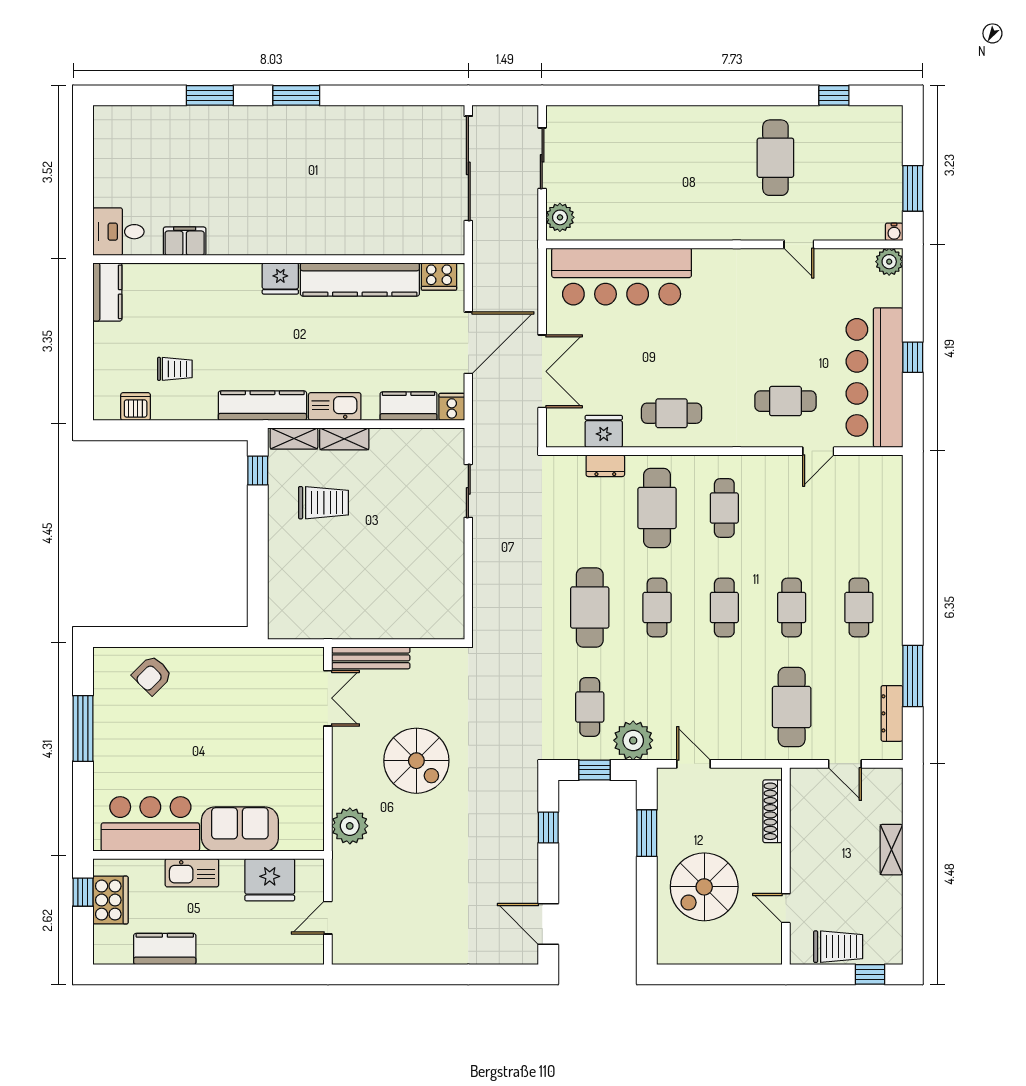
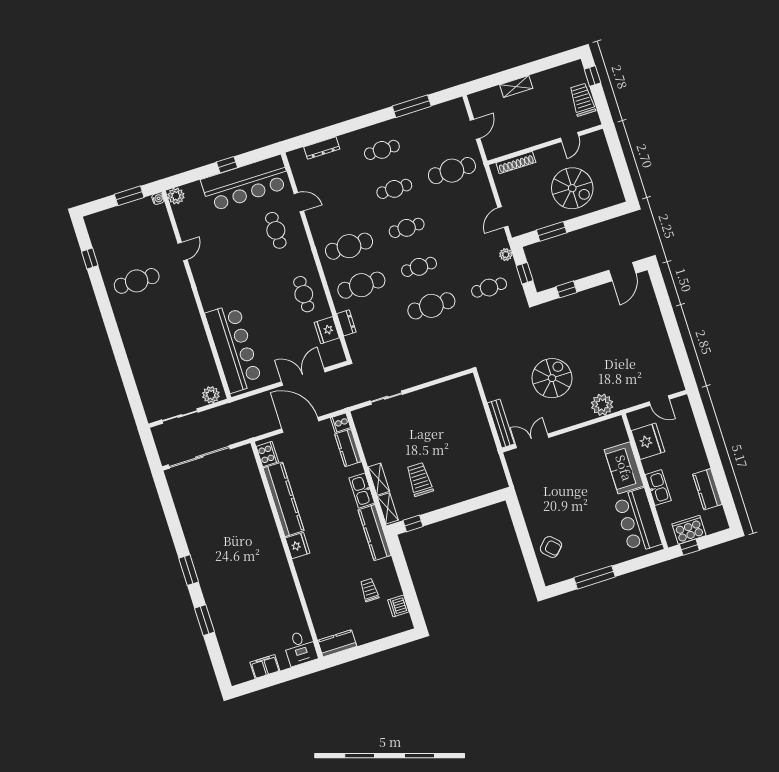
filing cabinet: (185, 241) -> (265, 667), moved, turned 90
cafe table: (724, 508) -> (349, 246), width x1.37, depth x1.35
dresser: (892, 713) -> (322, 148), moved
plant: (633, 740) -> (506, 255), width x0.53, depth x0.53

